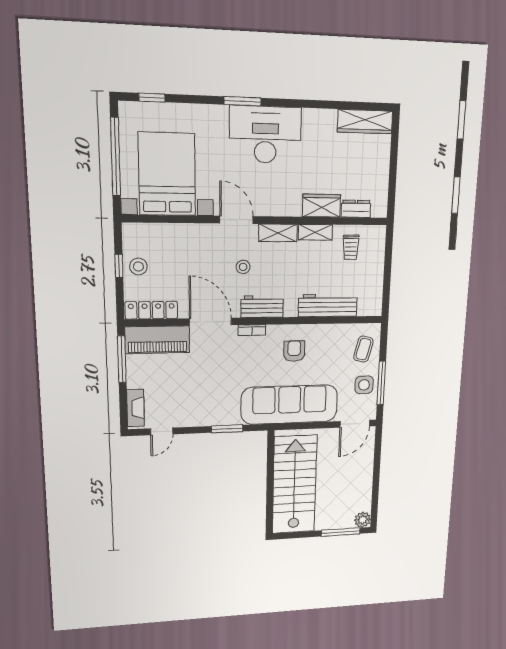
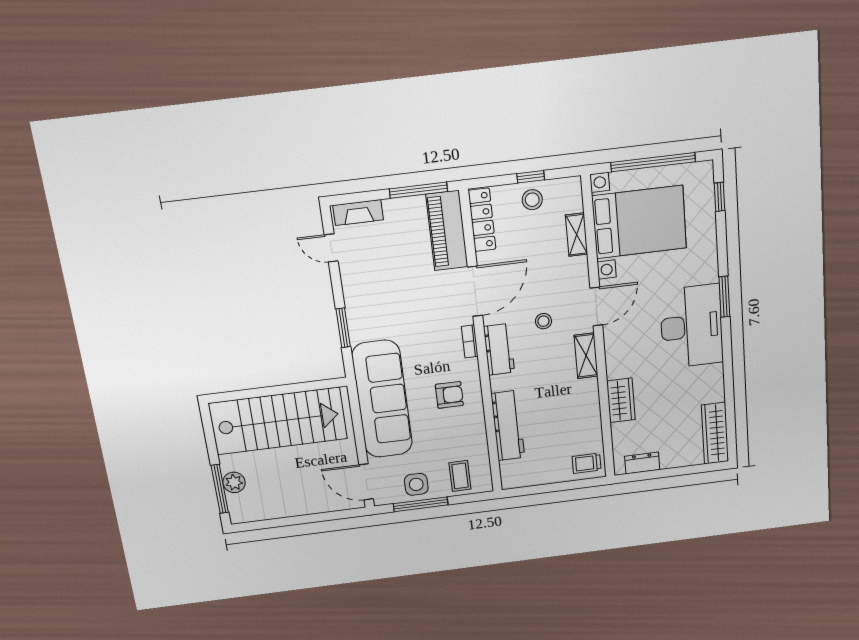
dresser: (356, 209) -> (642, 463), moved, turned -90
shelving: (315, 232) -> (577, 235), moved
trolley: (351, 247) -> (587, 463), moved
coffee table: (363, 349) -> (460, 476), turned 76
plant: (363, 520) -> (234, 482), moved

